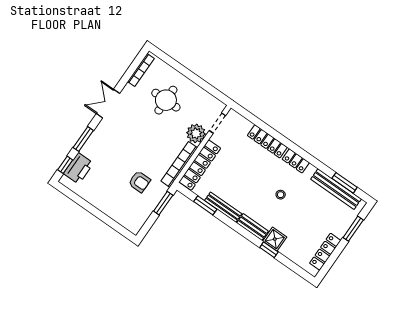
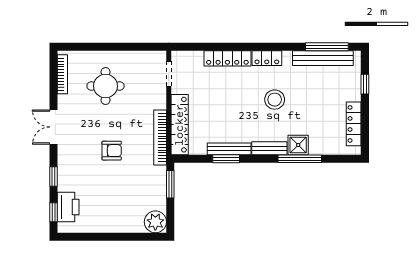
plant: (196, 133) -> (155, 222), moved
window: (83, 139) -> (53, 176), width x0.67
armchair: (139, 182) -> (112, 151), moved
window: (345, 183) -> (327, 47), width x1.44
stool: (281, 195) -> (275, 100), width x1.89, depth x1.89
window: (205, 205) -> (226, 159), moved
window: (353, 229) -> (365, 84), width x0.67
window: (269, 250) -> (300, 159), width x2.17

